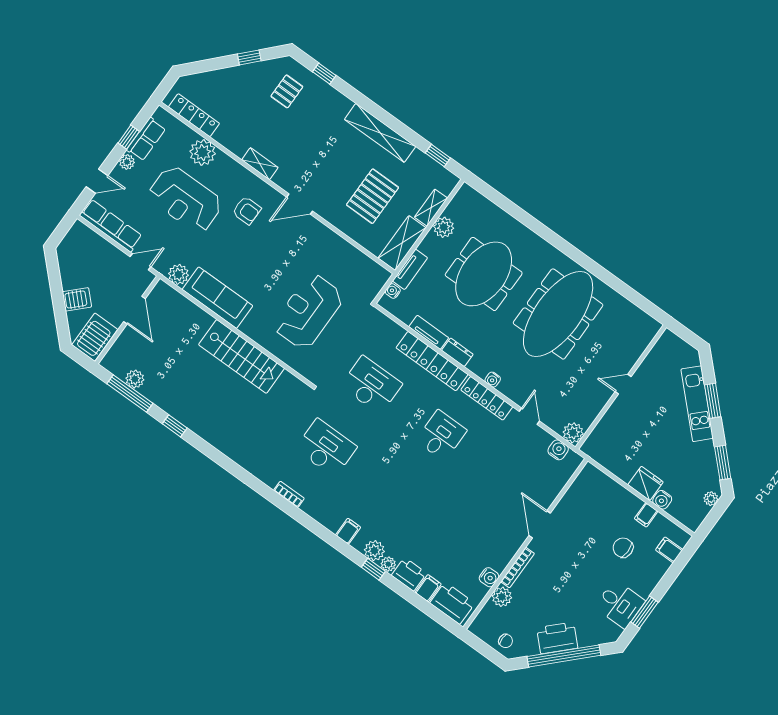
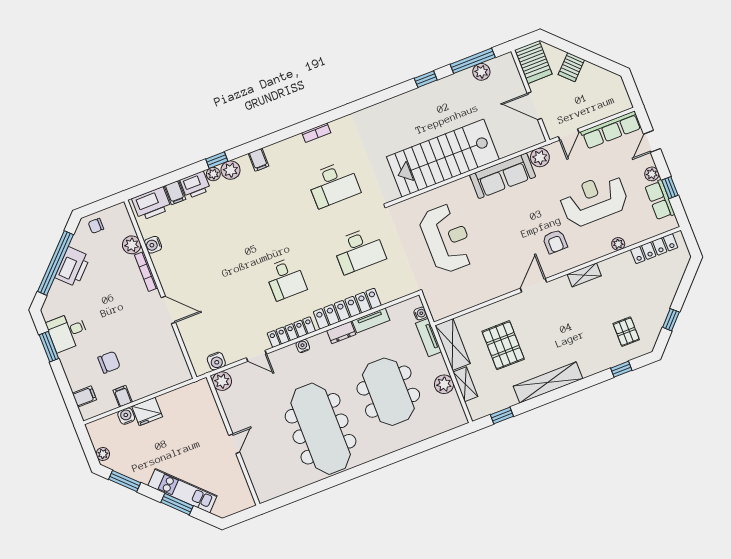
plant: (203, 152) -> (618, 244), width x0.53, depth x0.53
armchair: (247, 210) -> (555, 242), turned -90
stairs: (242, 356) -> (443, 158), width x1.36, depth x1.51

